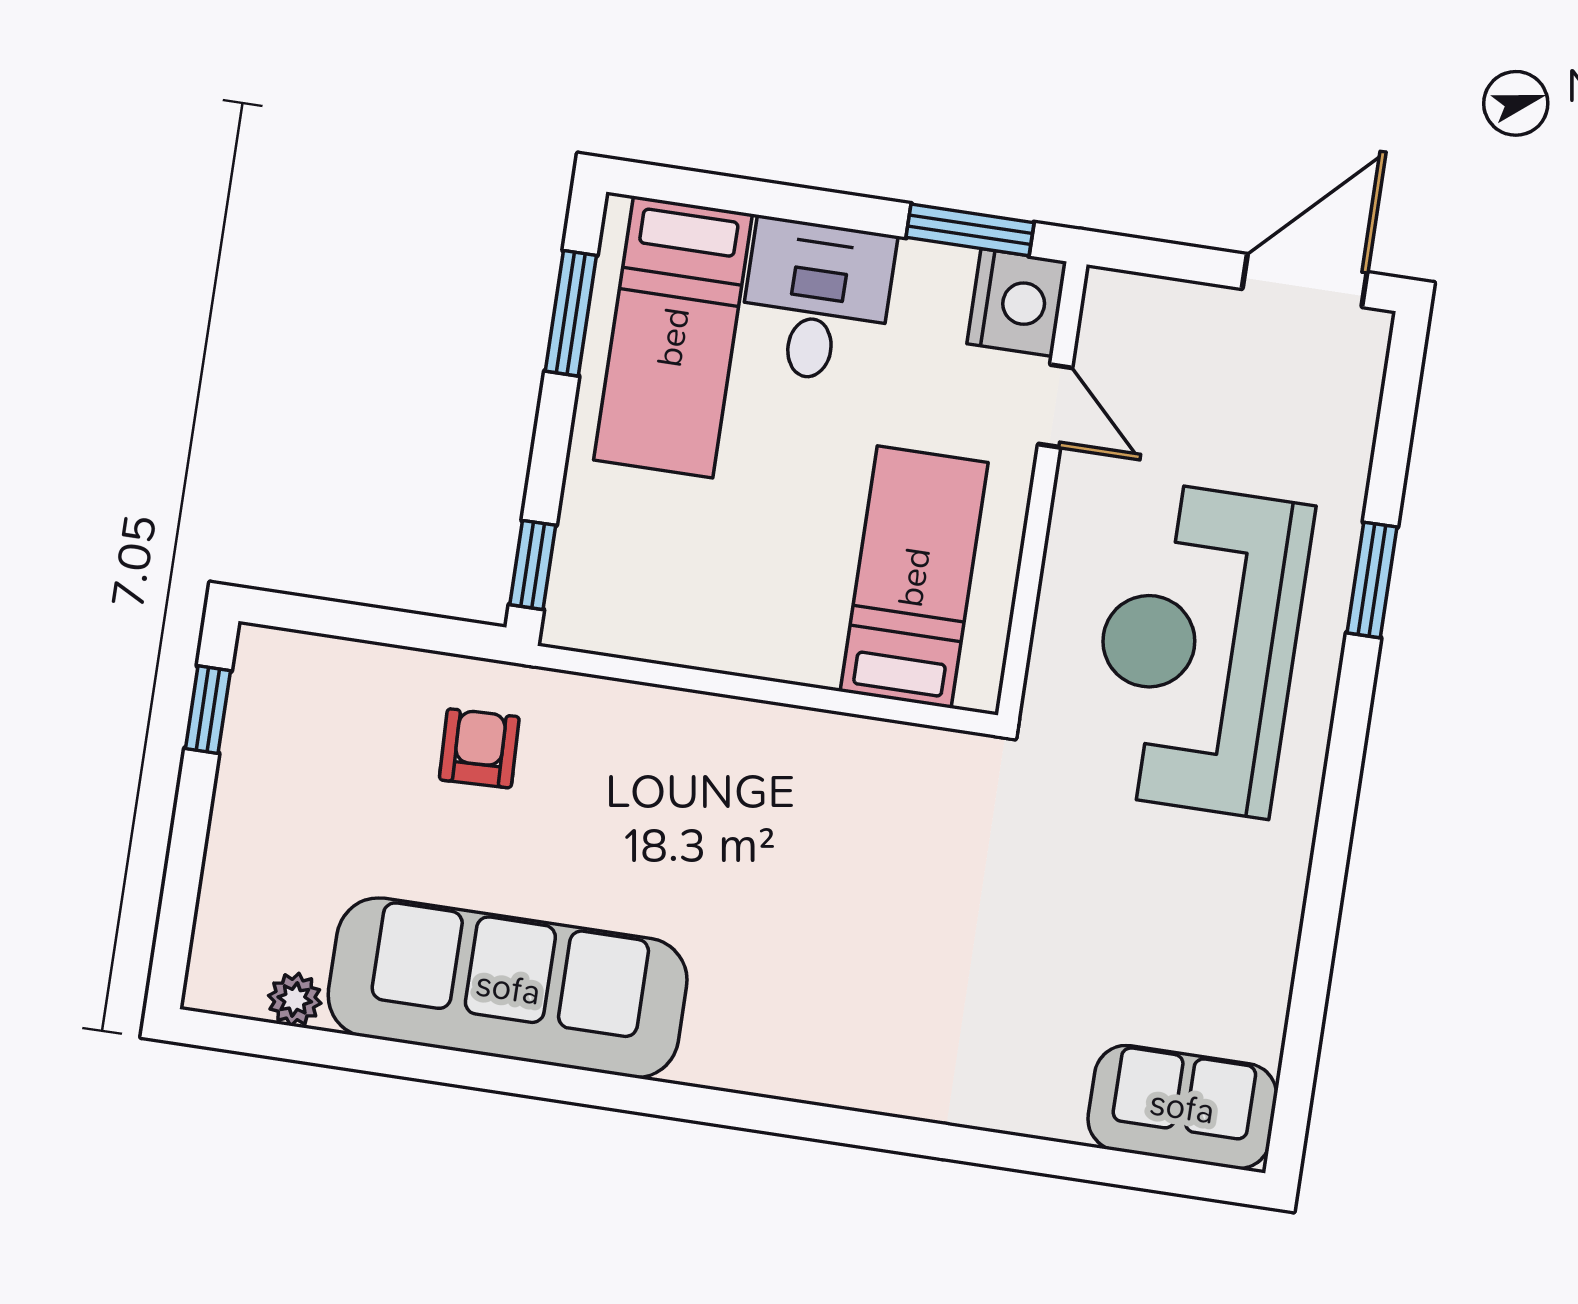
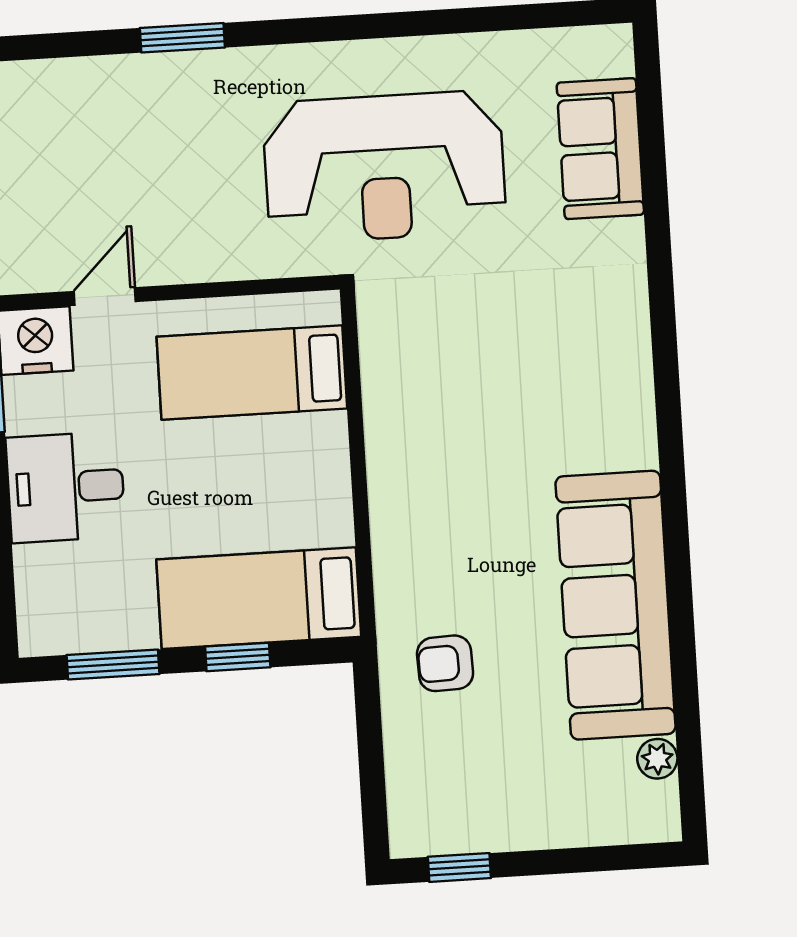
bed: (673, 337) -> (259, 598), moved, turned 180
window: (533, 565) -> (238, 657), moved
reception desk: (1198, 649) -> (384, 167), moved
sofa: (1182, 1107) -> (600, 149), moved

